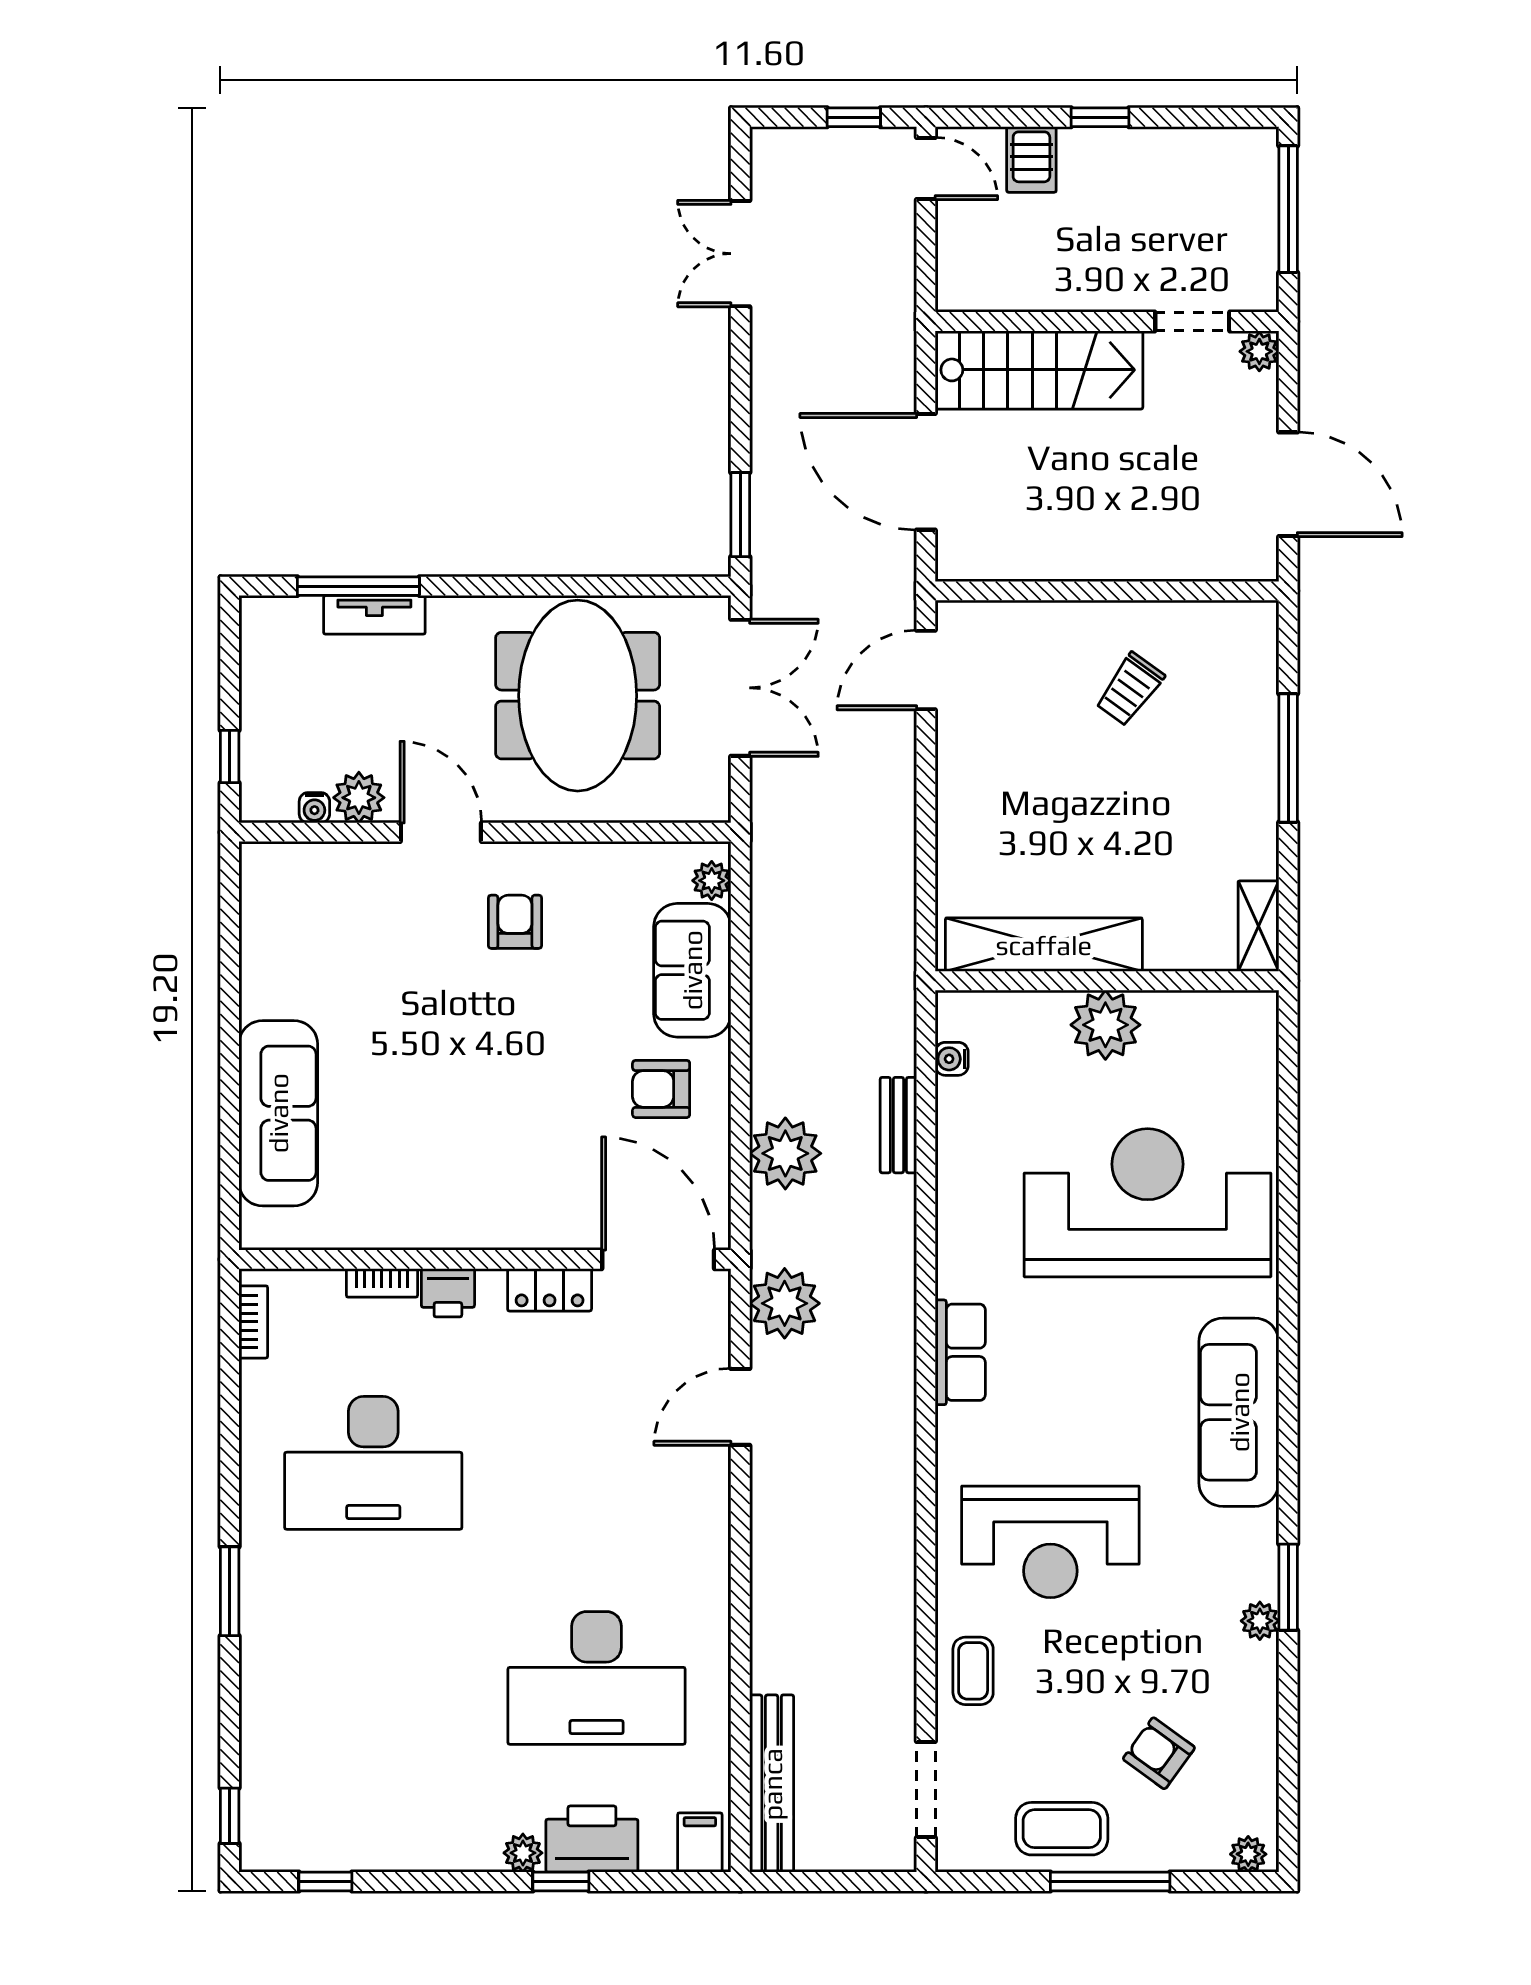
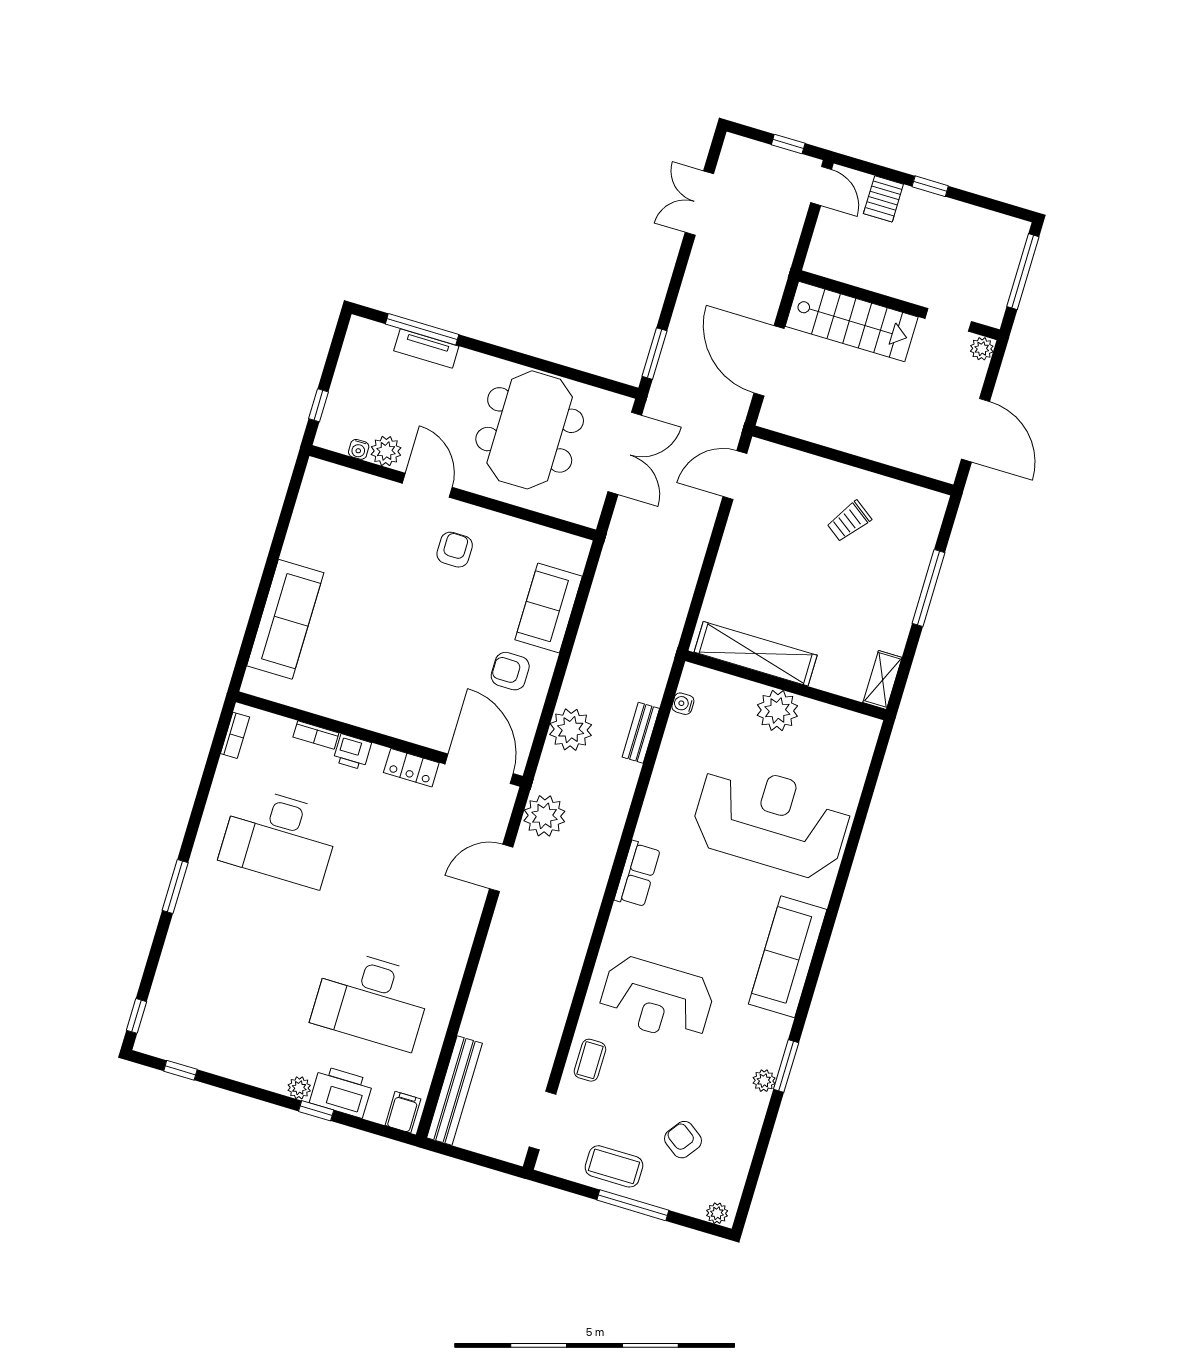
plant: (712, 881) -> (575, 560), removed

